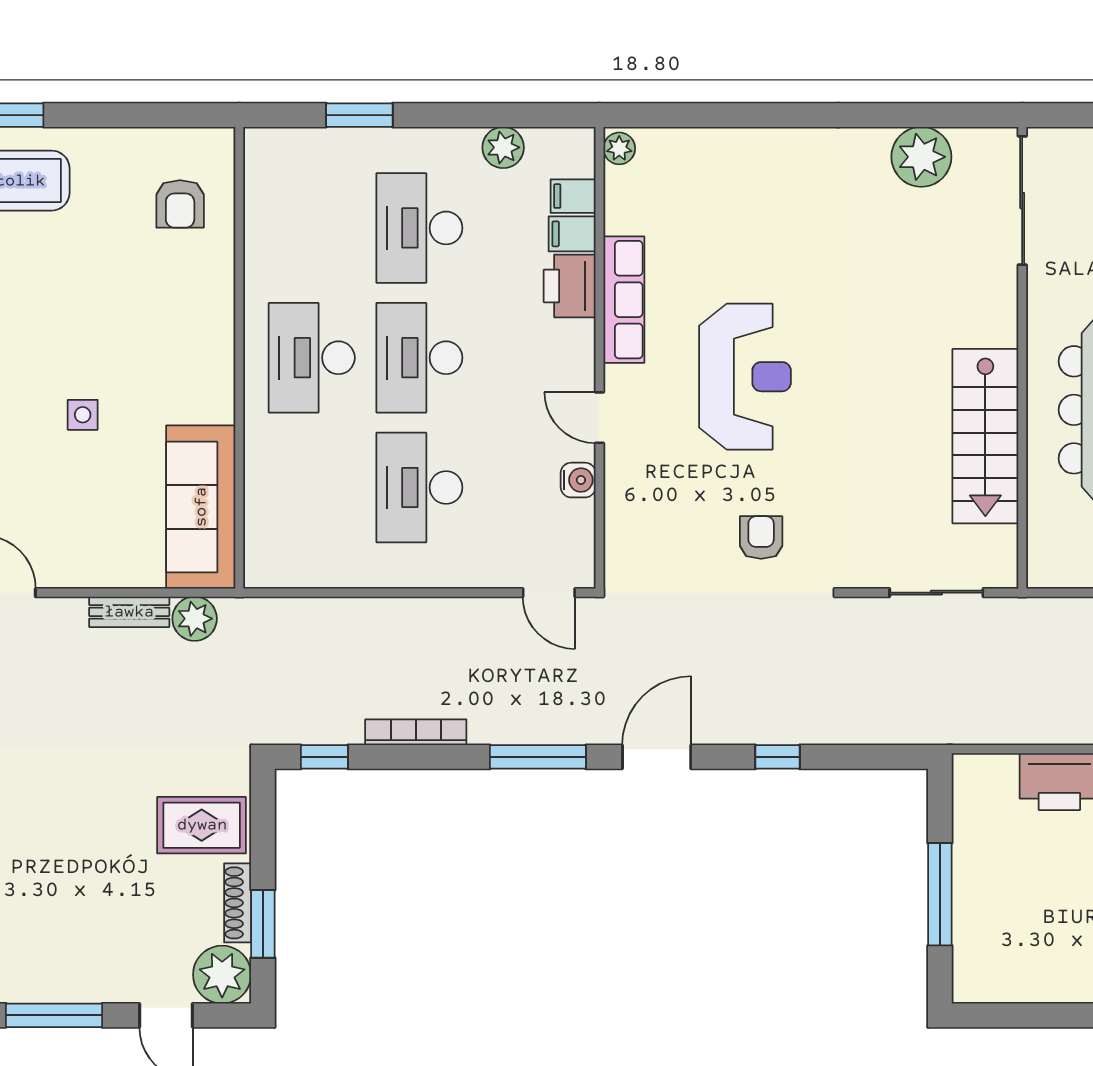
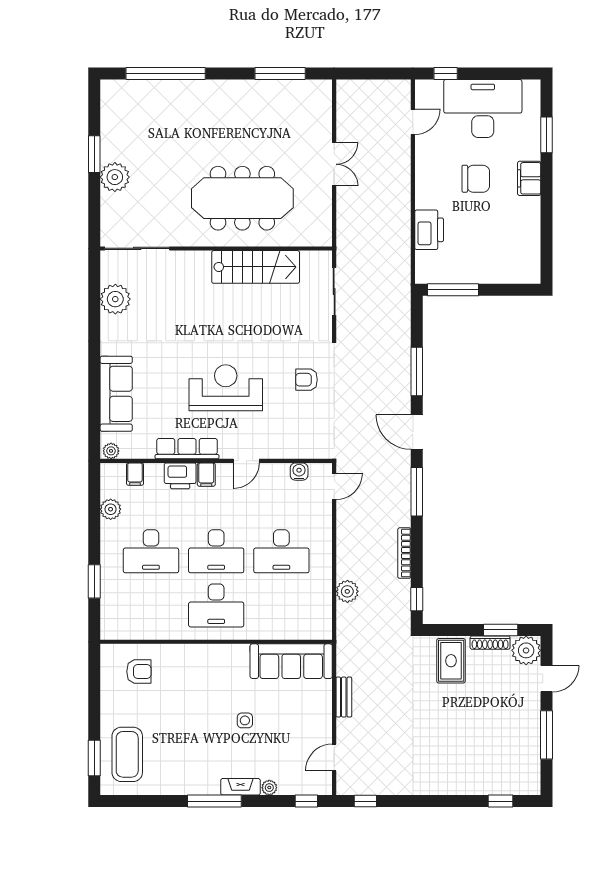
sofa: (733, 159) -> (116, 394), added
filing cabinet: (572, 234) -> (206, 475), moved
water cooler: (578, 480) -> (299, 472), moved
plant: (195, 619) -> (347, 591), moved
window: (777, 757) -> (417, 371), width x2.17
window: (940, 894) -> (453, 290), moved

